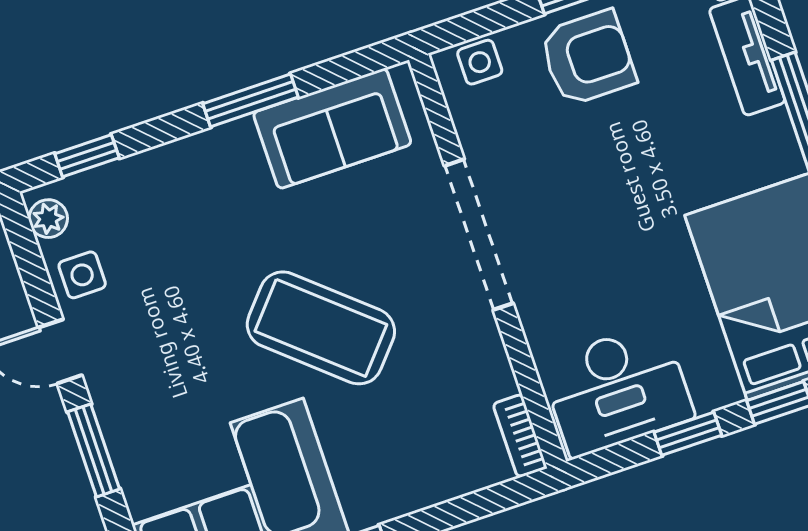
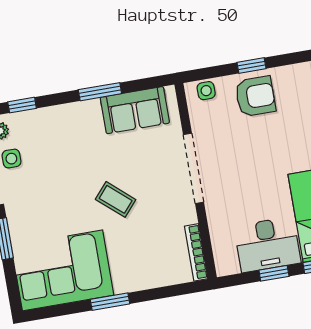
coffee table: (321, 328) -> (116, 199), width x0.54, depth x0.58
desk: (617, 390) -> (267, 244), moved
bookcase: (520, 436) -> (196, 252), width x1.56

